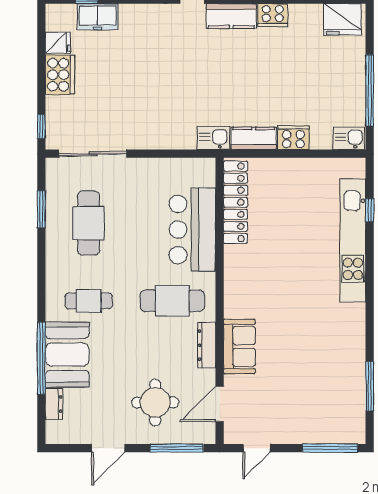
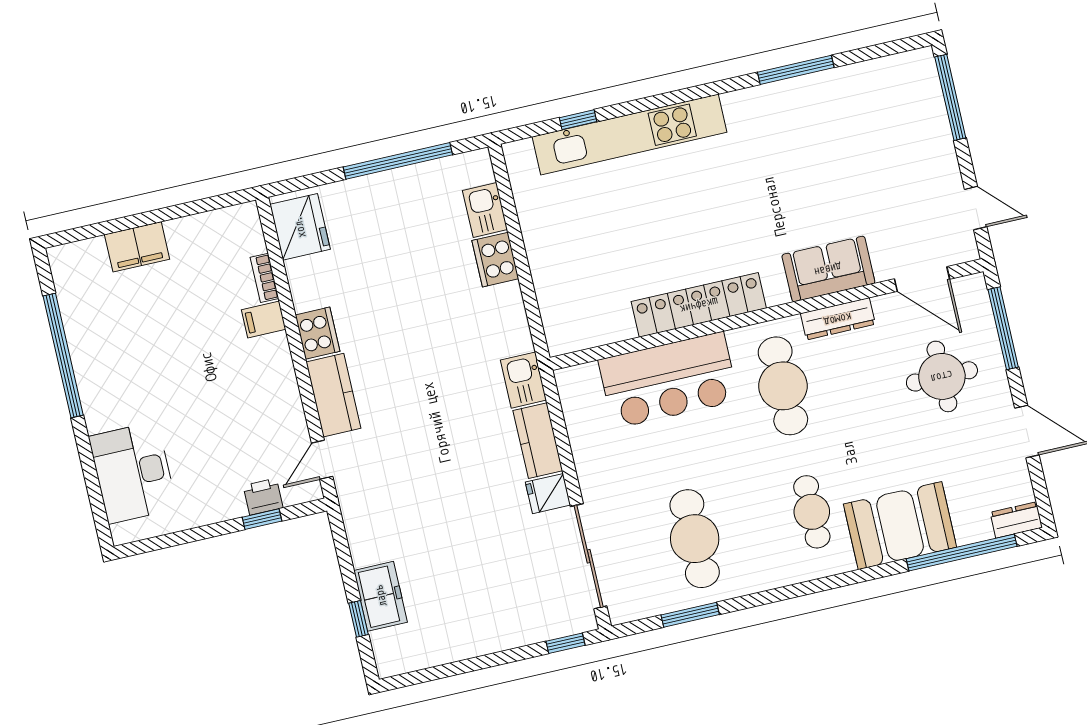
fridge: (58, 43) -> (548, 494), moved, turned -90
cooker: (60, 75) -> (481, 633), removed
kitchen counter: (254, 138) -> (538, 441), moved
kitchen sink: (349, 138) -> (485, 210), moved
locker: (235, 202) -> (699, 305), moved
cafe table: (89, 223) -> (695, 539), turned 90
window: (41, 358) -> (962, 553), moved
window: (370, 386) -> (796, 70), moved
dresser: (54, 404) -> (1016, 520), moved

